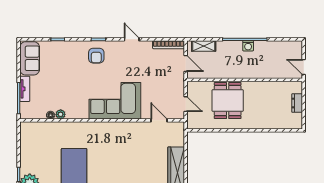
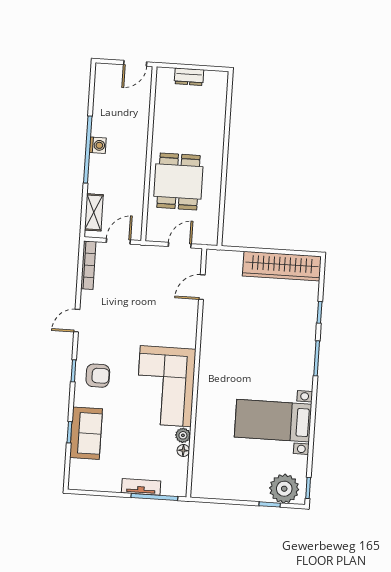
sofa: (30, 58) -> (86, 433), moved, turned 90
corner sofa: (115, 101) -> (166, 386), moved
dining table: (228, 101) -> (178, 181), turned 90

